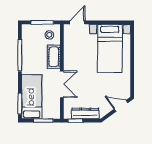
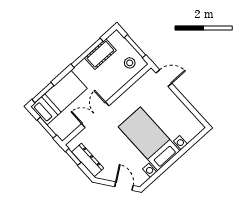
bed with nightstands: (110, 48) -> (149, 139), moved, turned 90
cot: (54, 57) -> (100, 54), moved
double door: (62, 84) -> (95, 115), swing flipped

